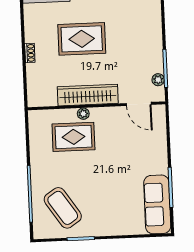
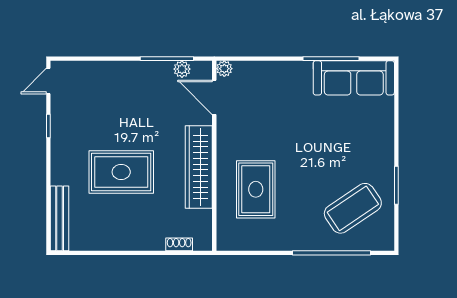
rug: (82, 39) -> (121, 172), turned 90
shoe rack: (30, 53) -> (179, 244), moved
door: (139, 104) -> (214, 97), swing flipped
plant: (83, 114) -> (224, 69), moved

